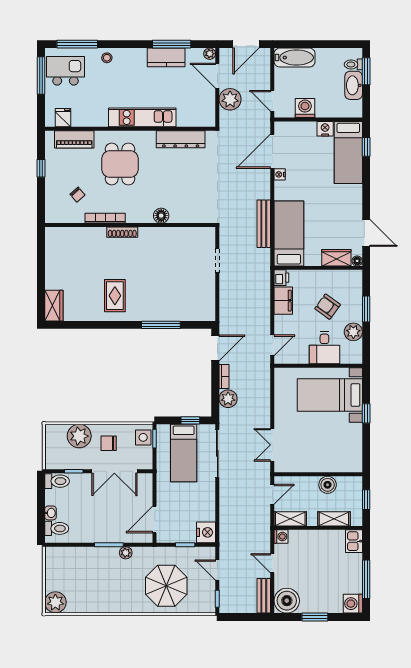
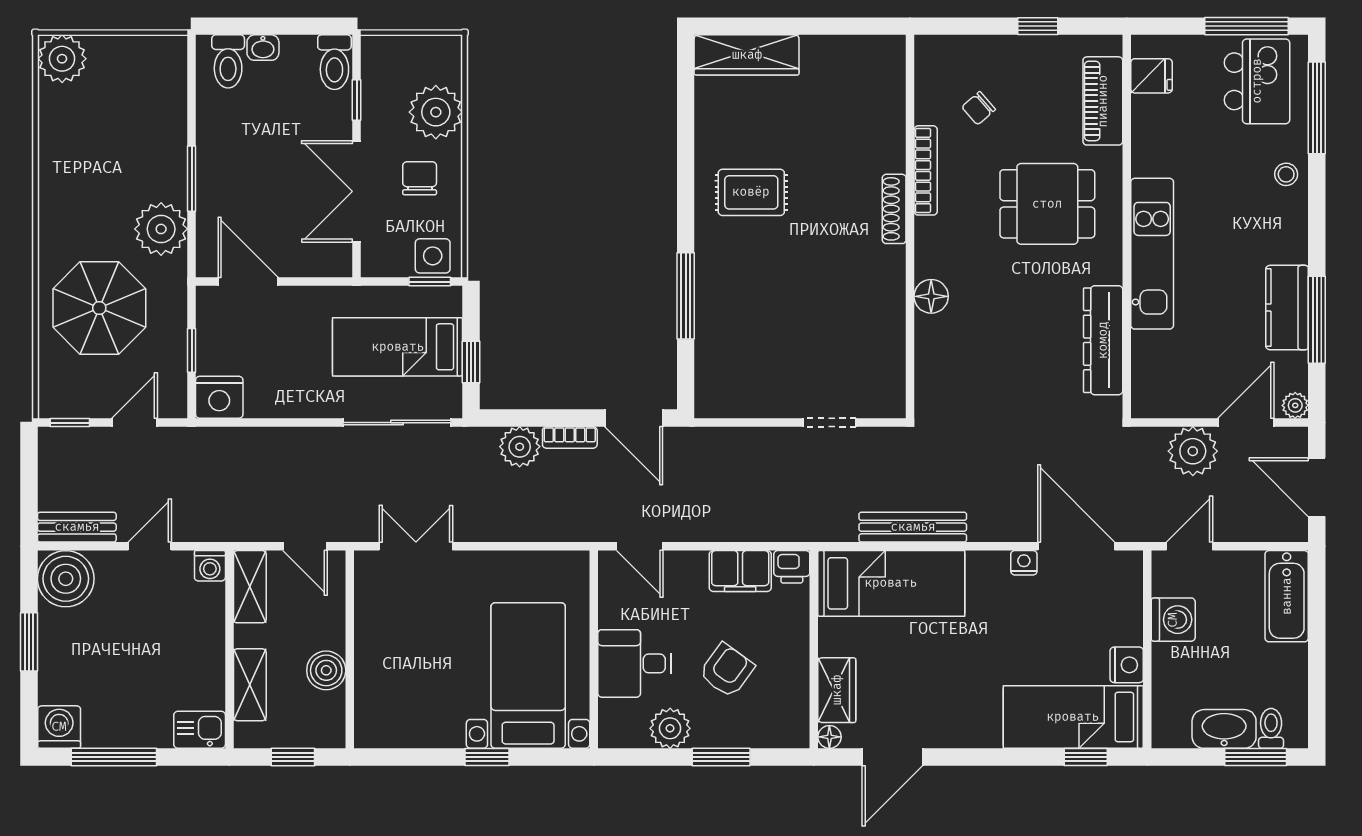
wardrobe: (54, 306) -> (747, 55), width x1.50
plant: (126, 553) -> (161, 229), width x1.87, depth x1.87

